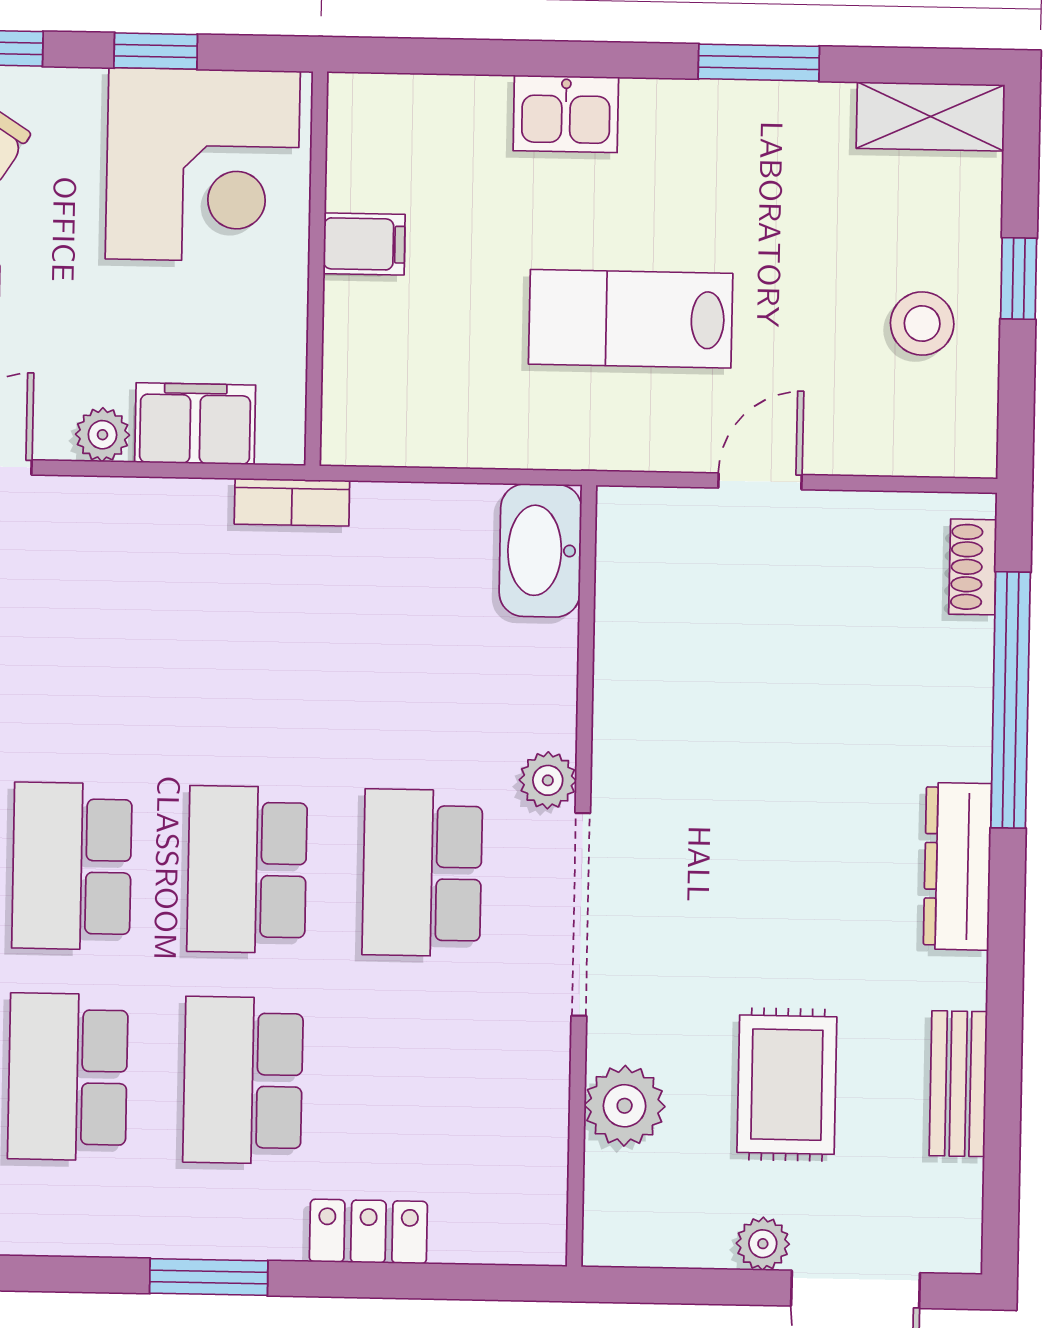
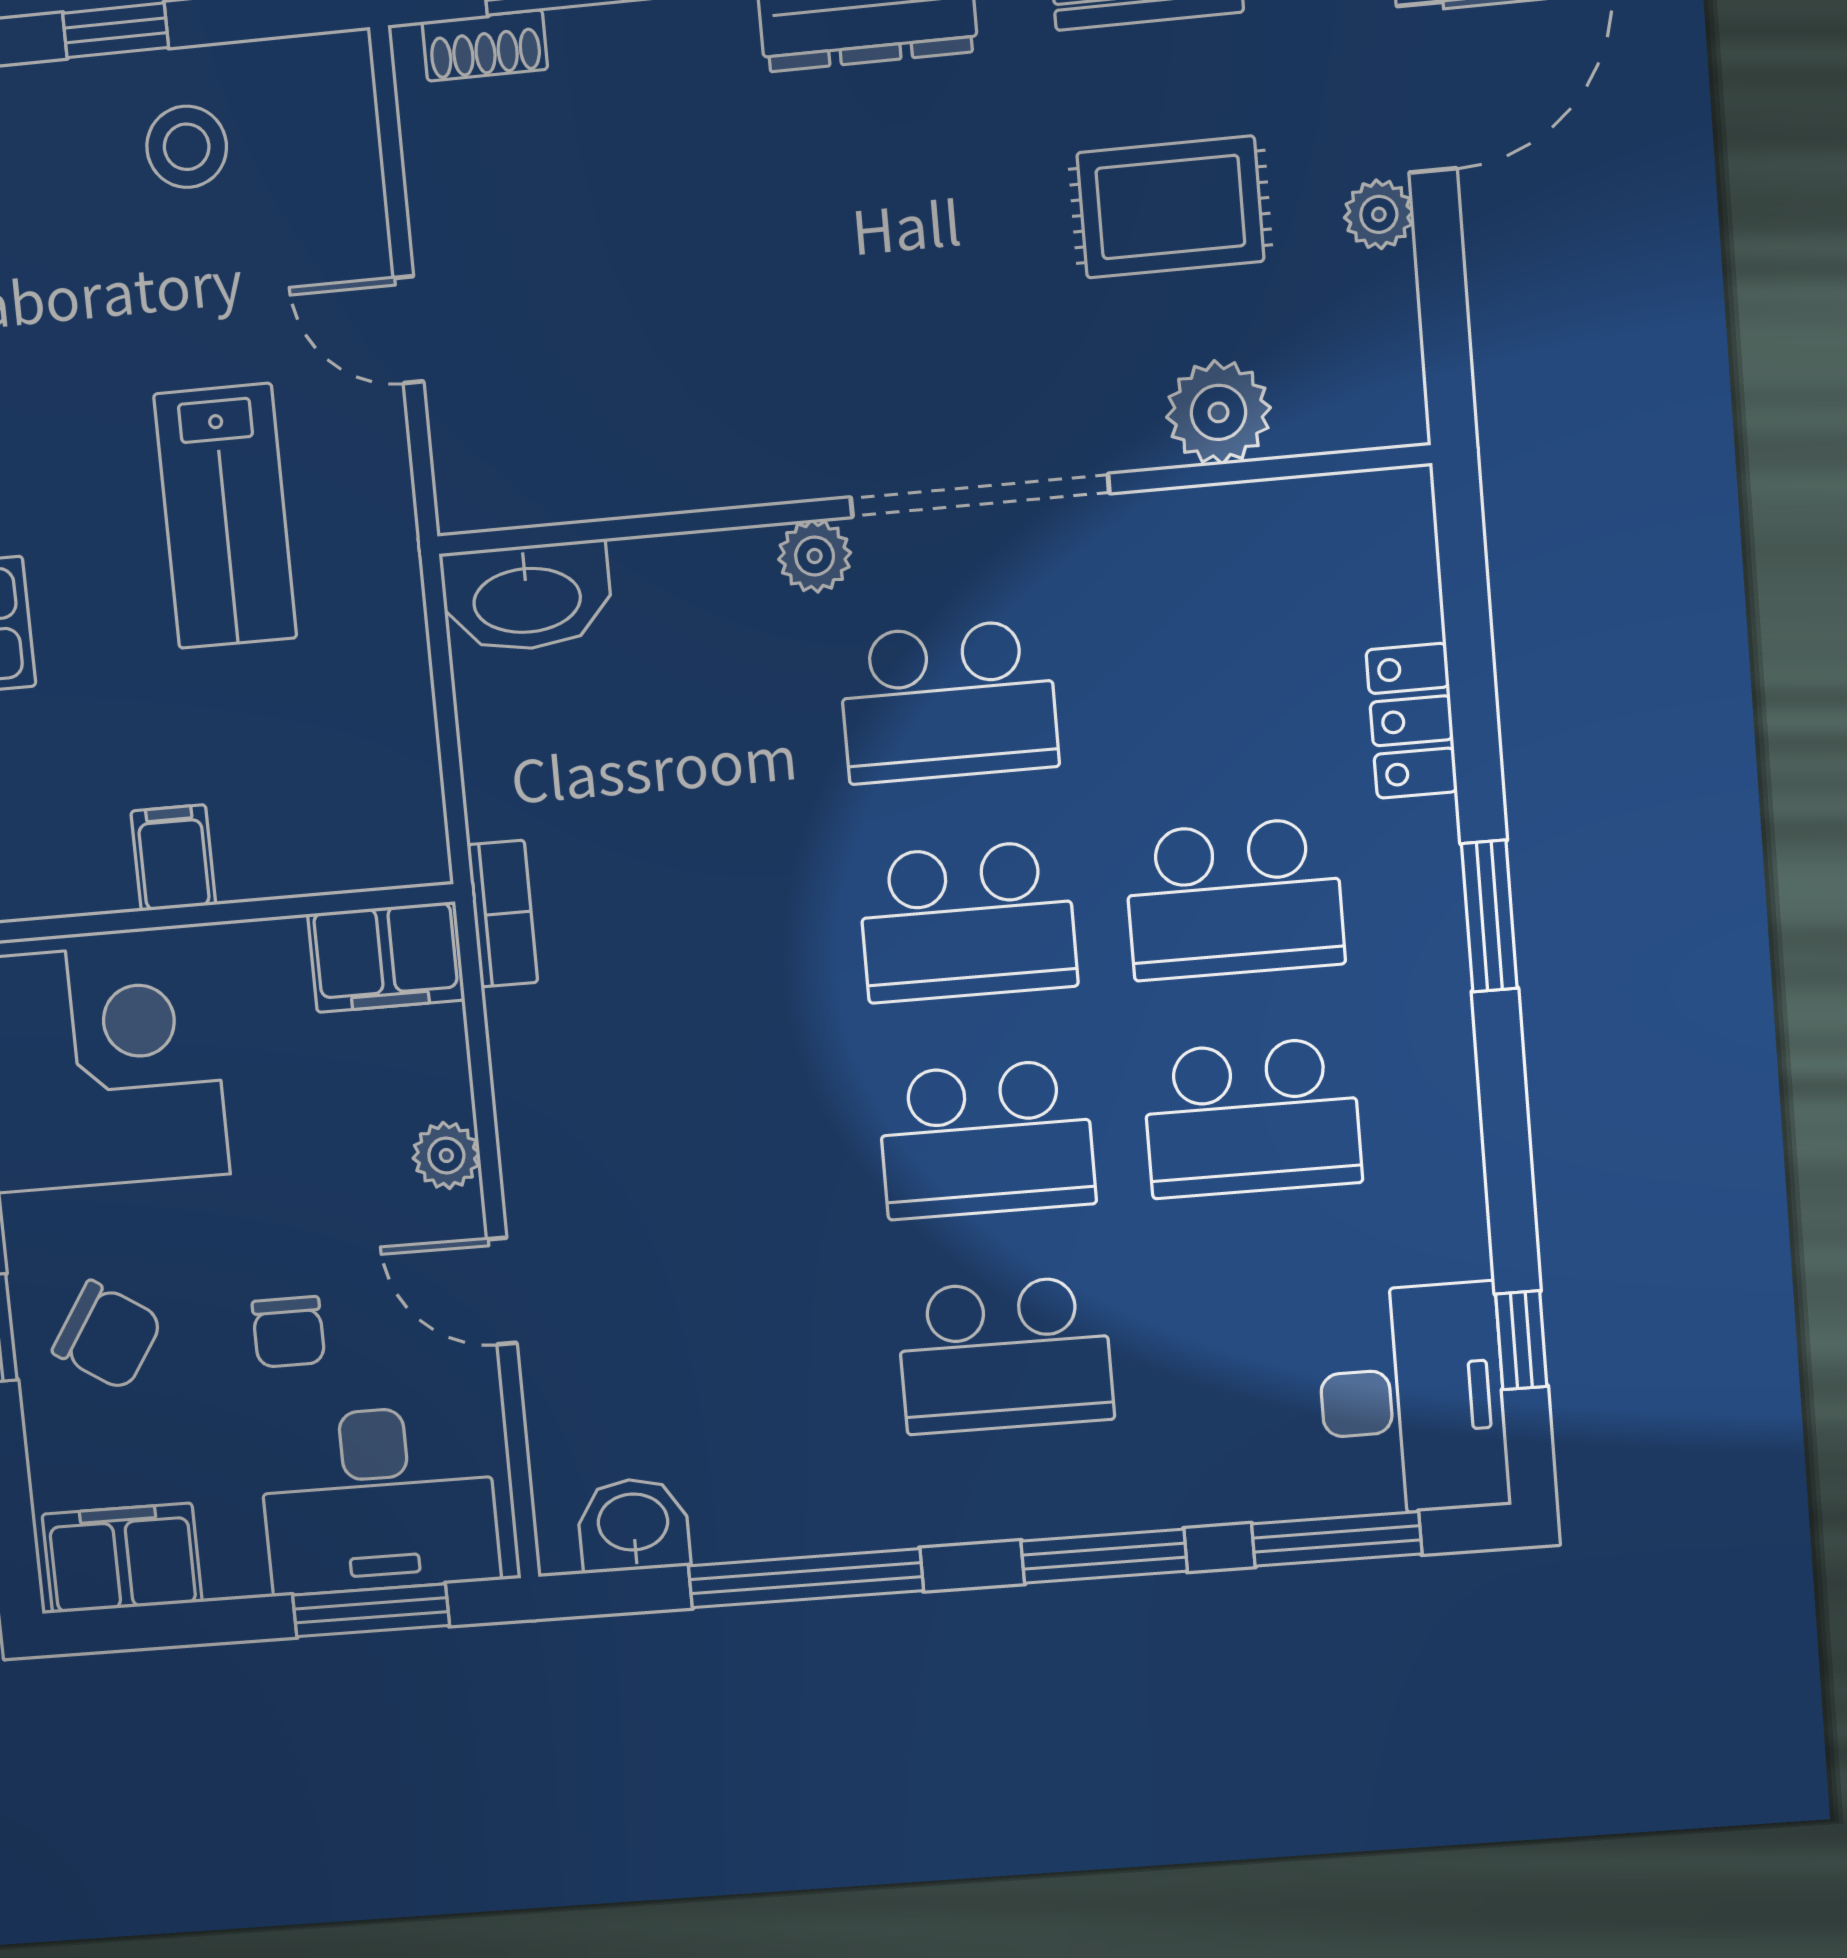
filing cabinet: (195, 424) -> (386, 957), moved, turned -90

